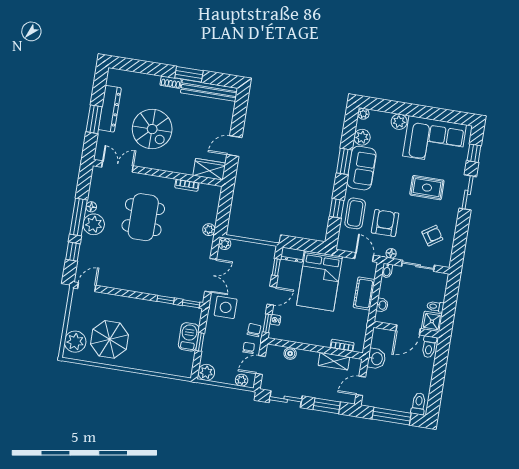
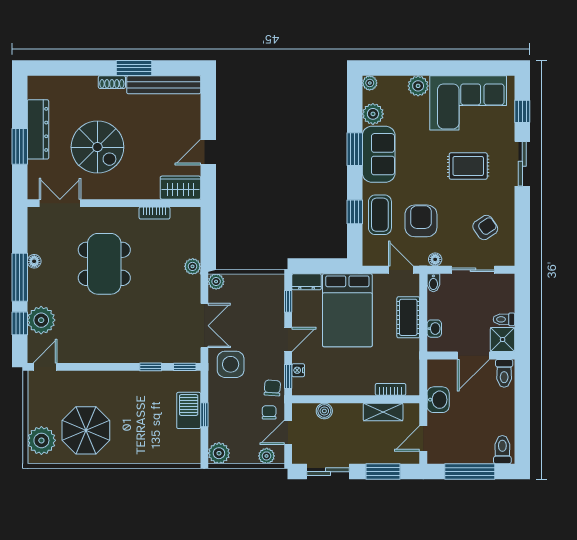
plant: (94, 224) -> (41, 320), moved

